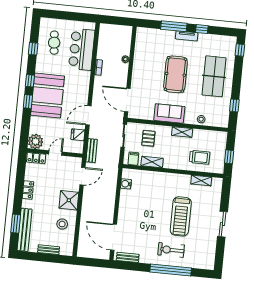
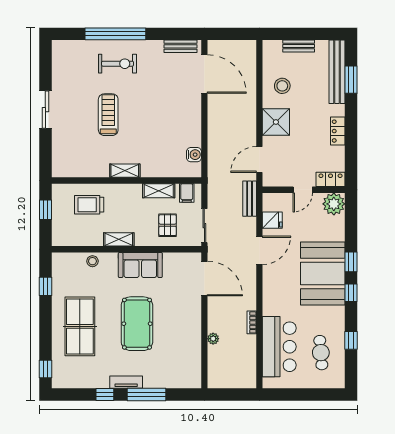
shelving: (201, 180) -> (125, 171), moved
treadmill: (181, 216) -> (108, 115), width x0.73, depth x0.73

